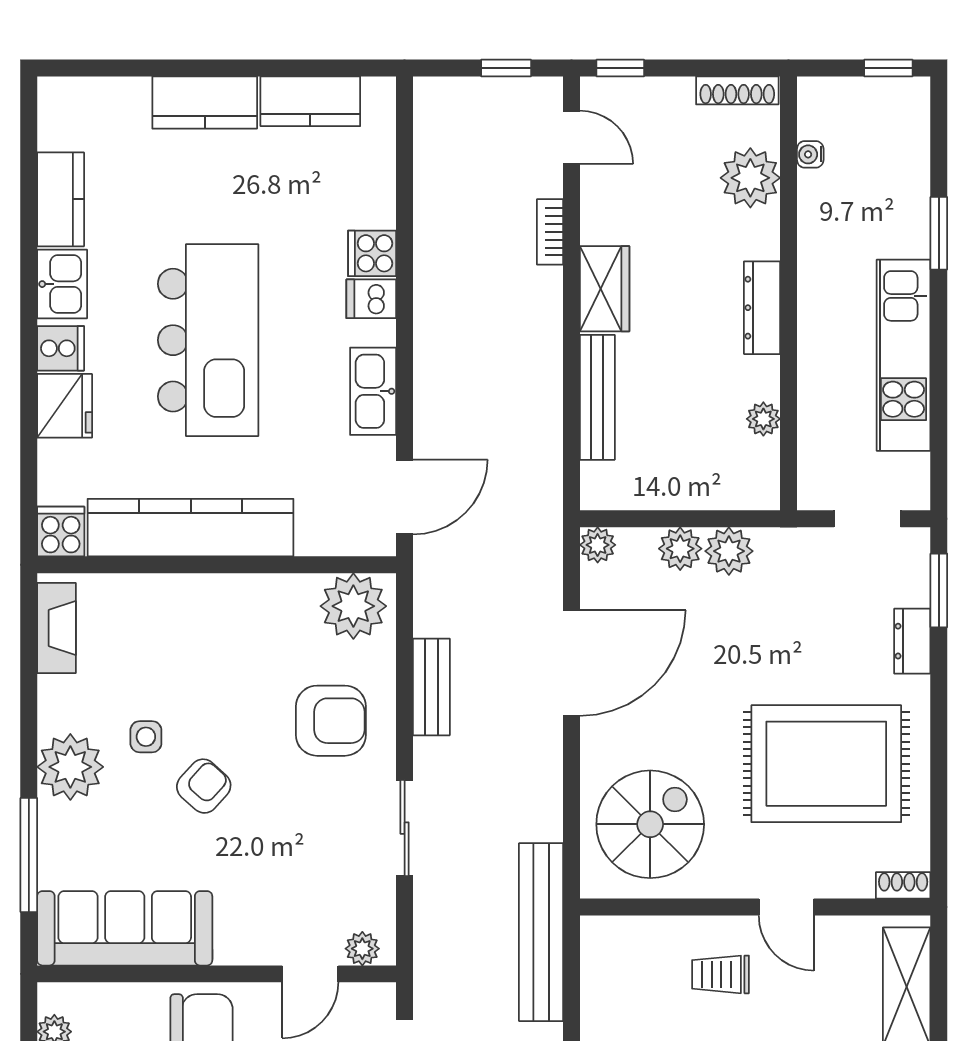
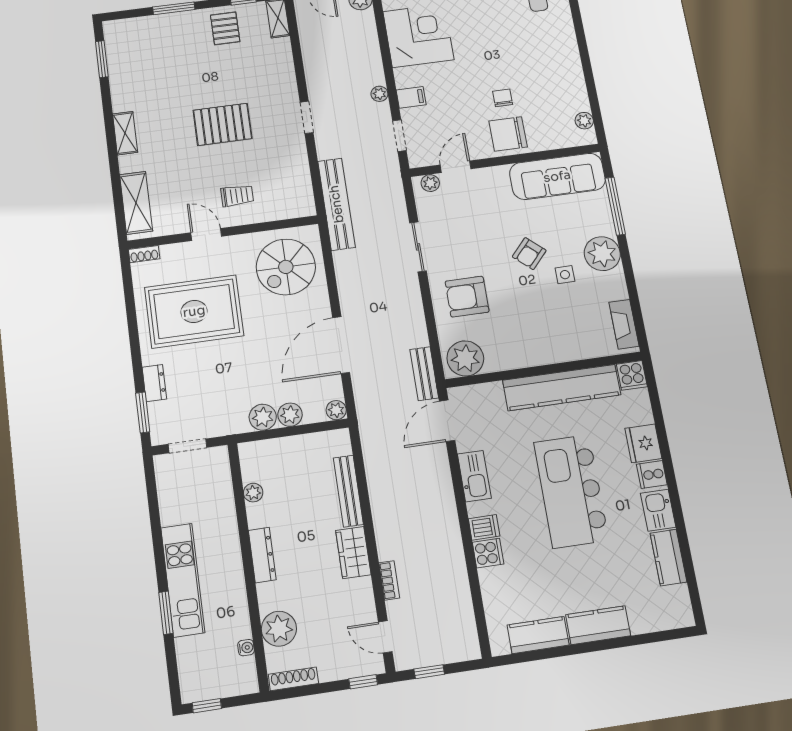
kitchen unit: (904, 355) -> (183, 580), moved
bench: (431, 687) -> (424, 374), moved

